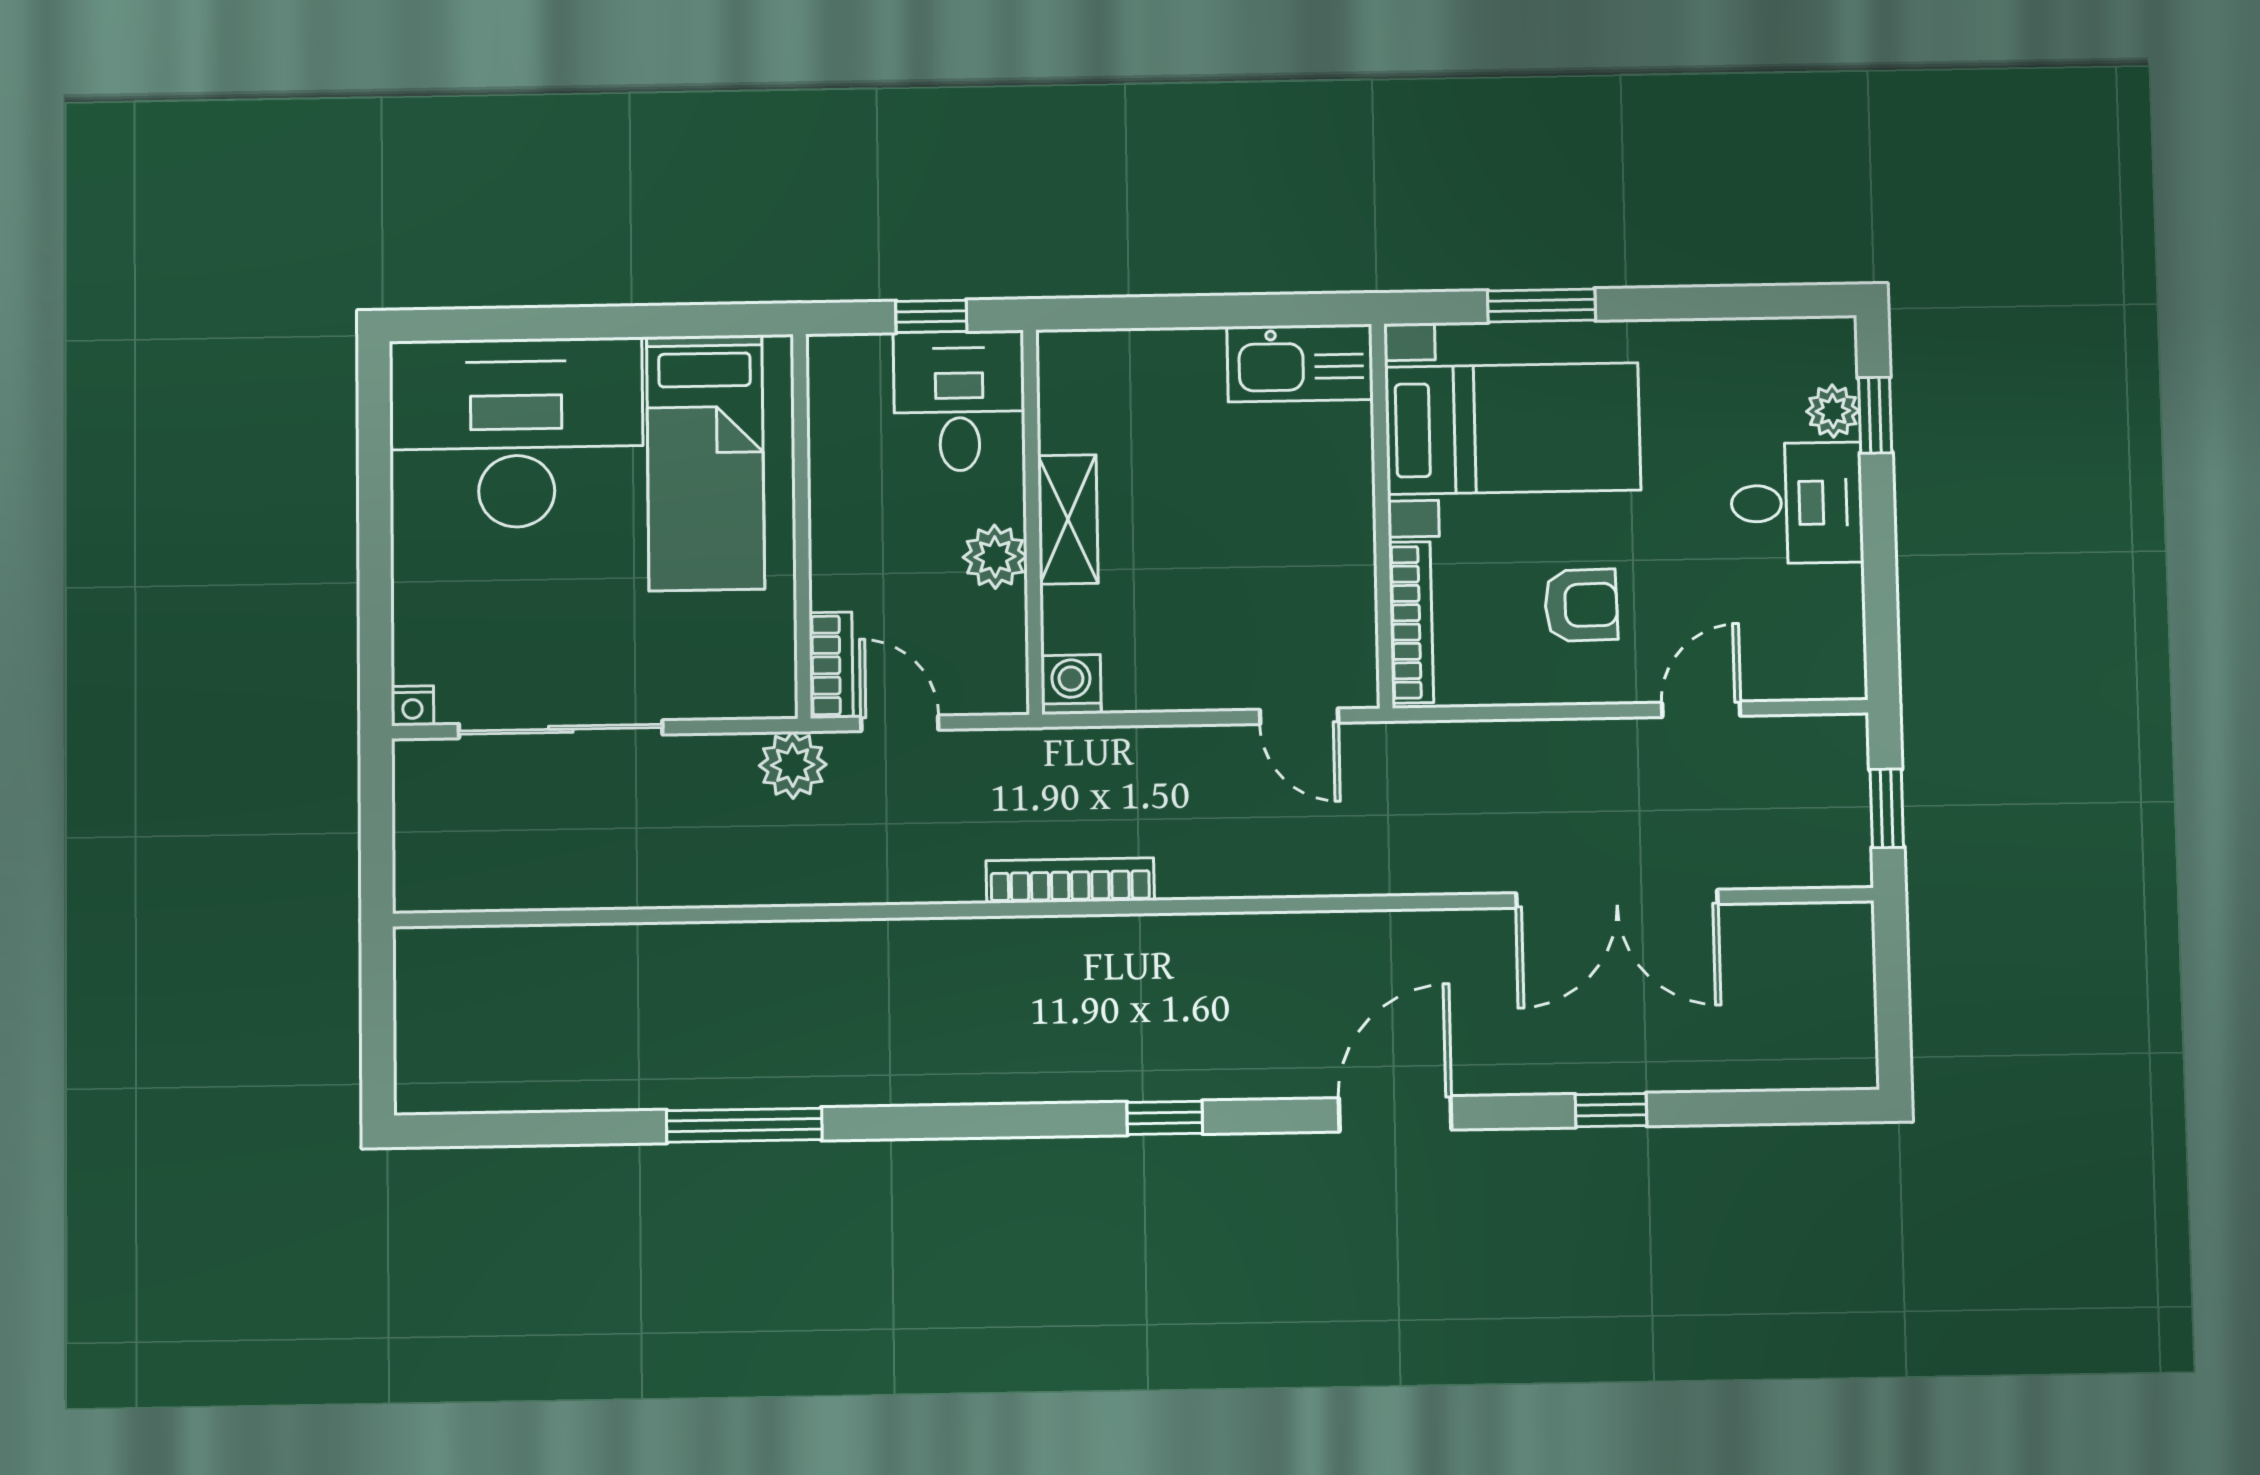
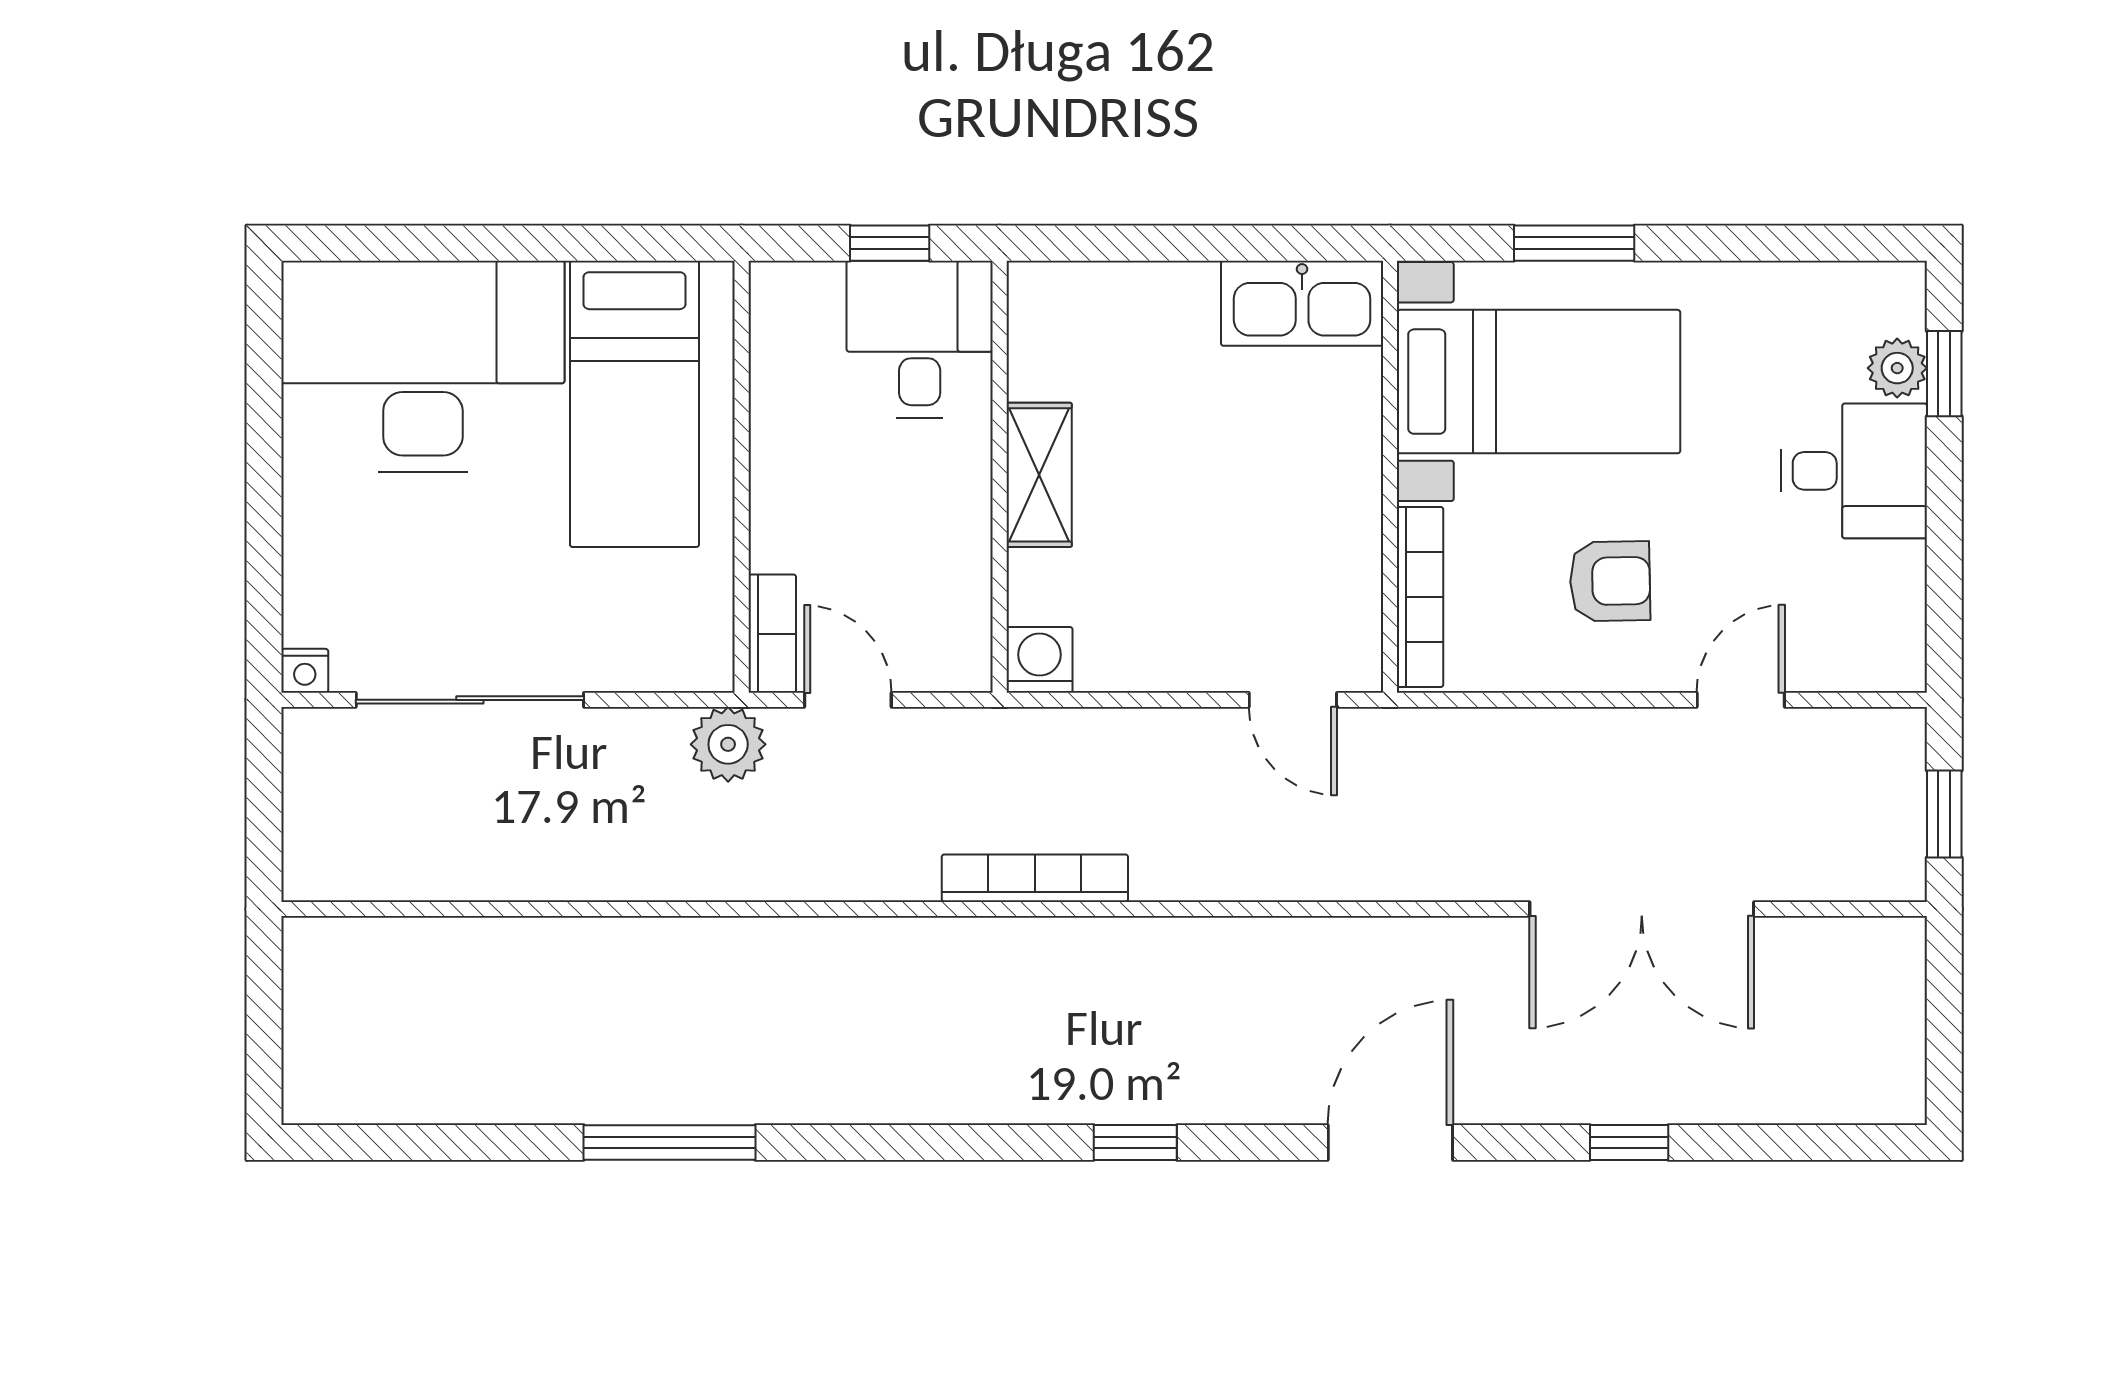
plant: (995, 557) -> (957, 515), removed

